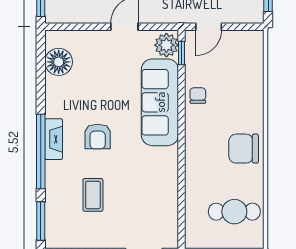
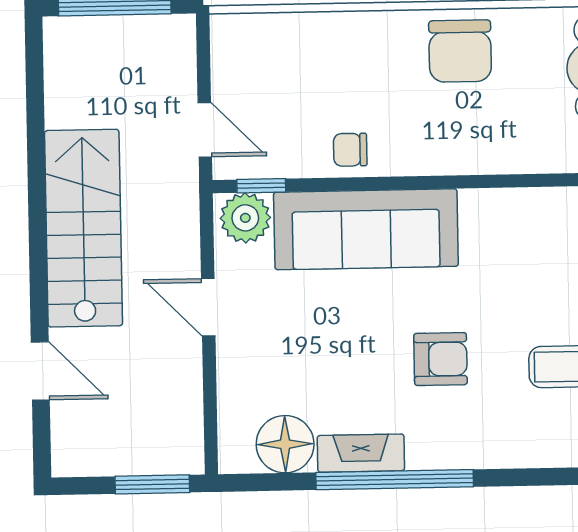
fireplace: (54, 139) -> (361, 453), moved
window: (41, 151) -> (395, 480), moved

